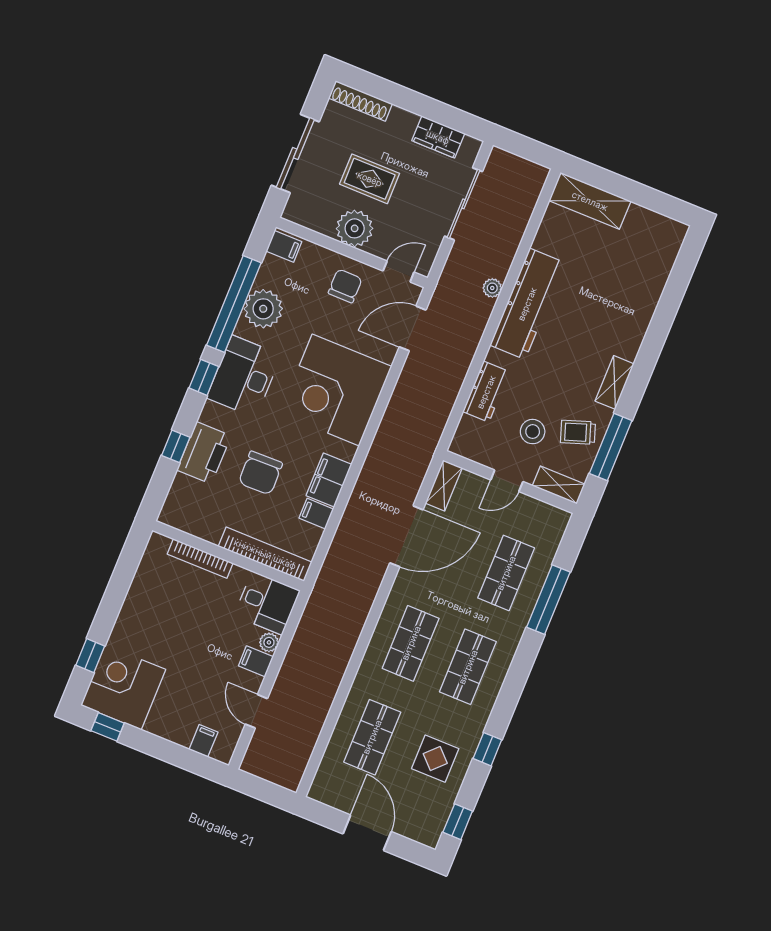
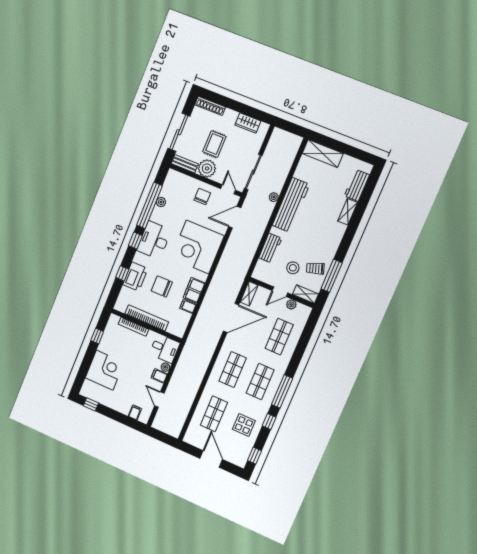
rug: (370, 179) -> (214, 144), turned 90
sliding door: (463, 204) -> (253, 172), moved
bench: (308, 218) -> (185, 164), added
filing cabinet: (284, 246) -> (173, 177), removed
workbench: (658, 265) -> (357, 185), added
door: (399, 271) -> (228, 189), hinge flipped
plant: (263, 309) -> (161, 202), width x0.53, depth x0.53
shelving: (615, 382) -> (348, 212), moved
chair: (261, 473) -> (162, 286), turned 91
plant: (530, 506) -> (291, 304), added
bookcase: (265, 554) -> (147, 318), moved
window: (548, 600) -> (282, 391), moved
window: (90, 656) -> (97, 336), moved
corner desk: (123, 687) -> (105, 370), moved, turned 90

